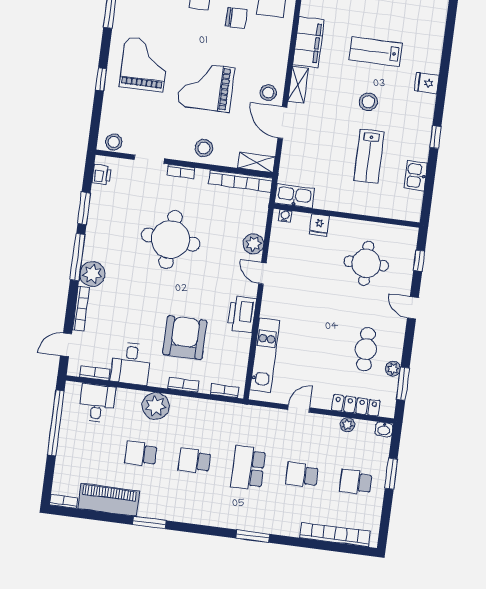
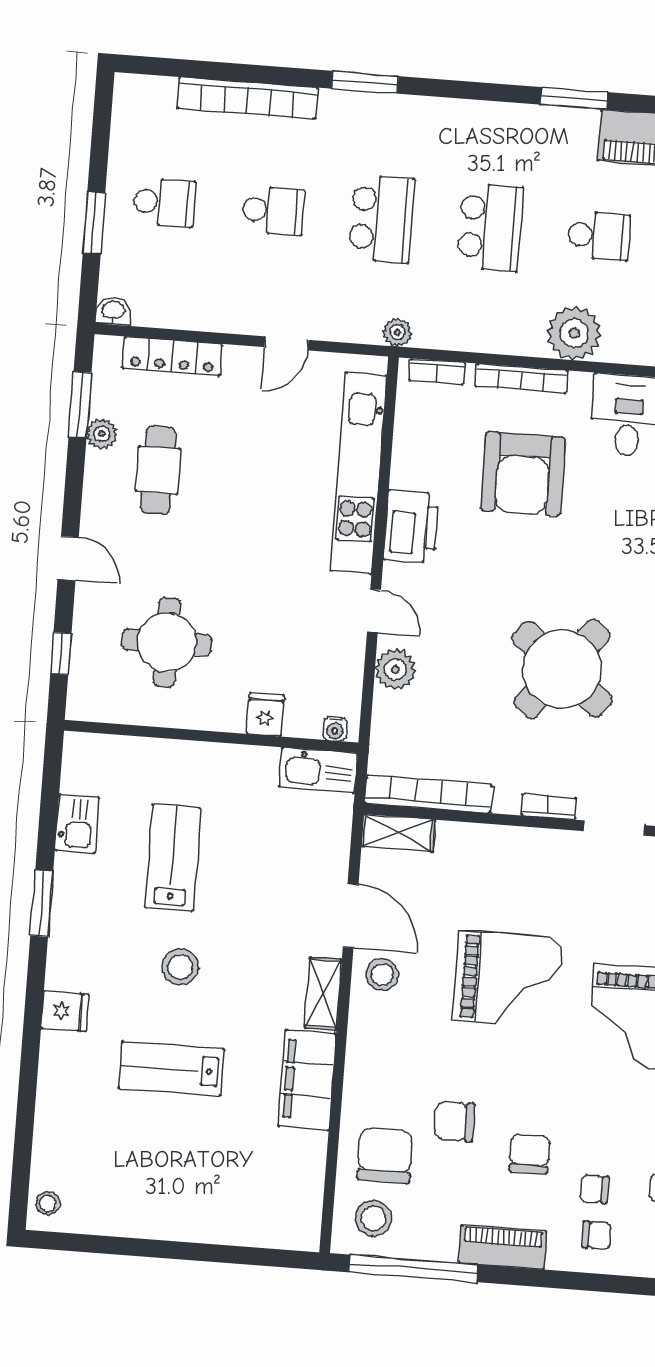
lab bench: (375, 52) -> (171, 1069), turned 180
window: (435, 137) -> (42, 903), width x1.50
stool: (204, 148) -> (505, 856), removed
round table: (171, 240) -> (562, 669), turned 35
kitchen unit: (265, 355) -> (359, 473), width x1.36
bookcase: (183, 385) -> (521, 379), width x1.56
plant: (347, 425) -> (397, 332), moved
school desk: (194, 461) -> (490, 227), width x1.85
bookcase: (335, 535) -> (247, 98), moved

